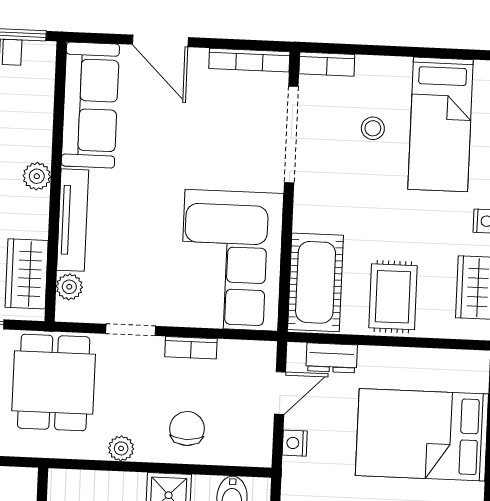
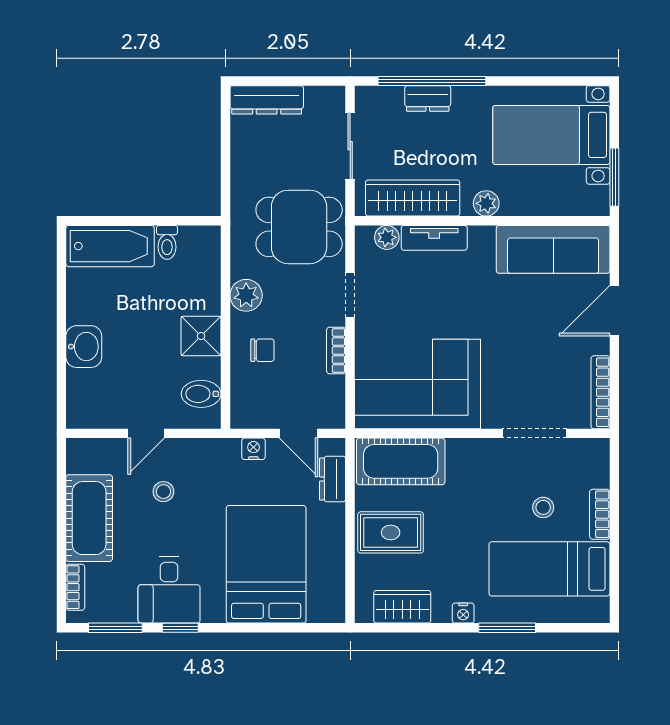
bookcase: (327, 64) -> (600, 514), moved
doorway: (291, 134) -> (534, 433), width x0.73
tv unit: (73, 220) -> (434, 238), width x0.71
wardrobe: (27, 274) -> (413, 198), width x1.50
chair: (187, 429) -> (262, 350), width x0.73, depth x0.73
plant: (121, 448) -> (246, 295), width x1.38, depth x1.38

